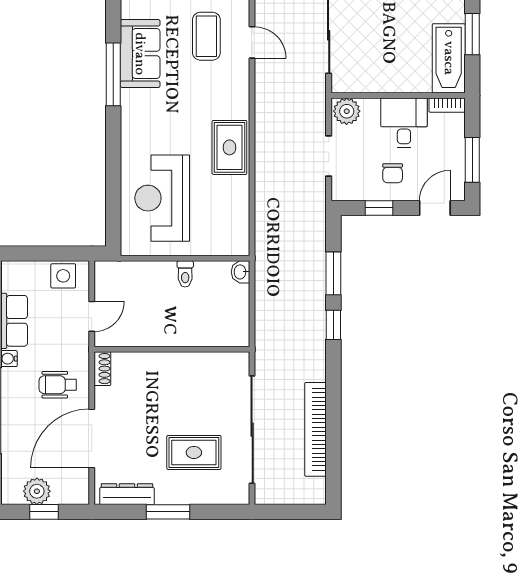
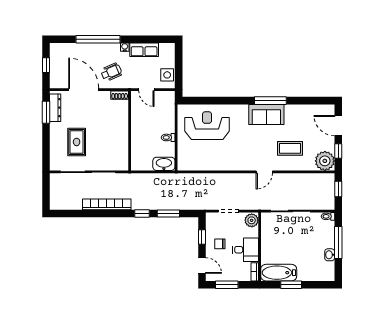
door: (252, 42) -> (264, 172), moved
sofa: (140, 54) -> (266, 114), moved
rug: (229, 147) -> (233, 160), removed
washbasin: (241, 272) -> (164, 164), width x1.91, depth x1.45
wheelchair: (58, 385) -> (111, 72), turned 66
bookcase: (316, 429) -> (107, 204), moved
plant: (37, 491) -> (57, 61), removed
window: (168, 512) -> (46, 112), moved

